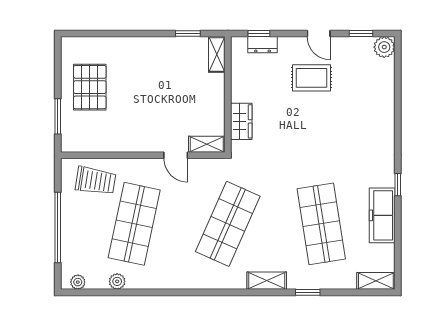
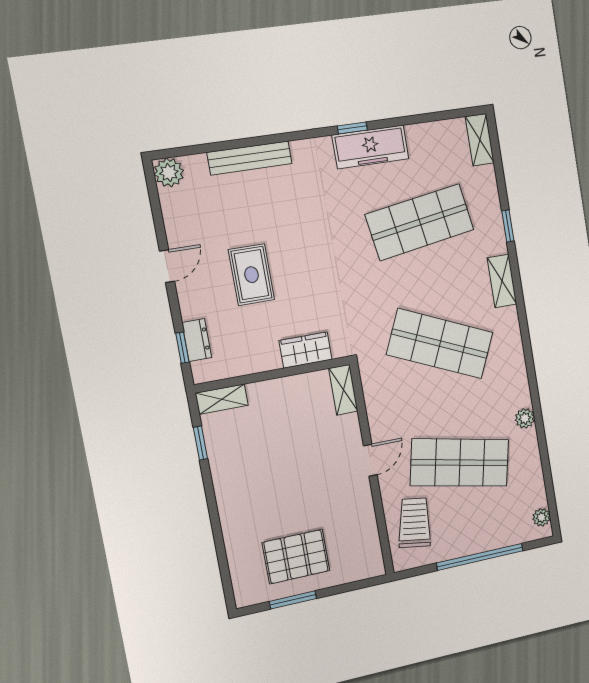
window: (361, 34) -> (156, 208), removed
rug: (312, 78) -> (251, 275), moved
bench: (386, 106) -> (250, 158), added
window: (58, 116) -> (293, 600), moved
door: (176, 155) -> (370, 460), moved
freezer: (382, 215) -> (371, 147), moved
plant: (117, 281) -> (525, 418), moved

